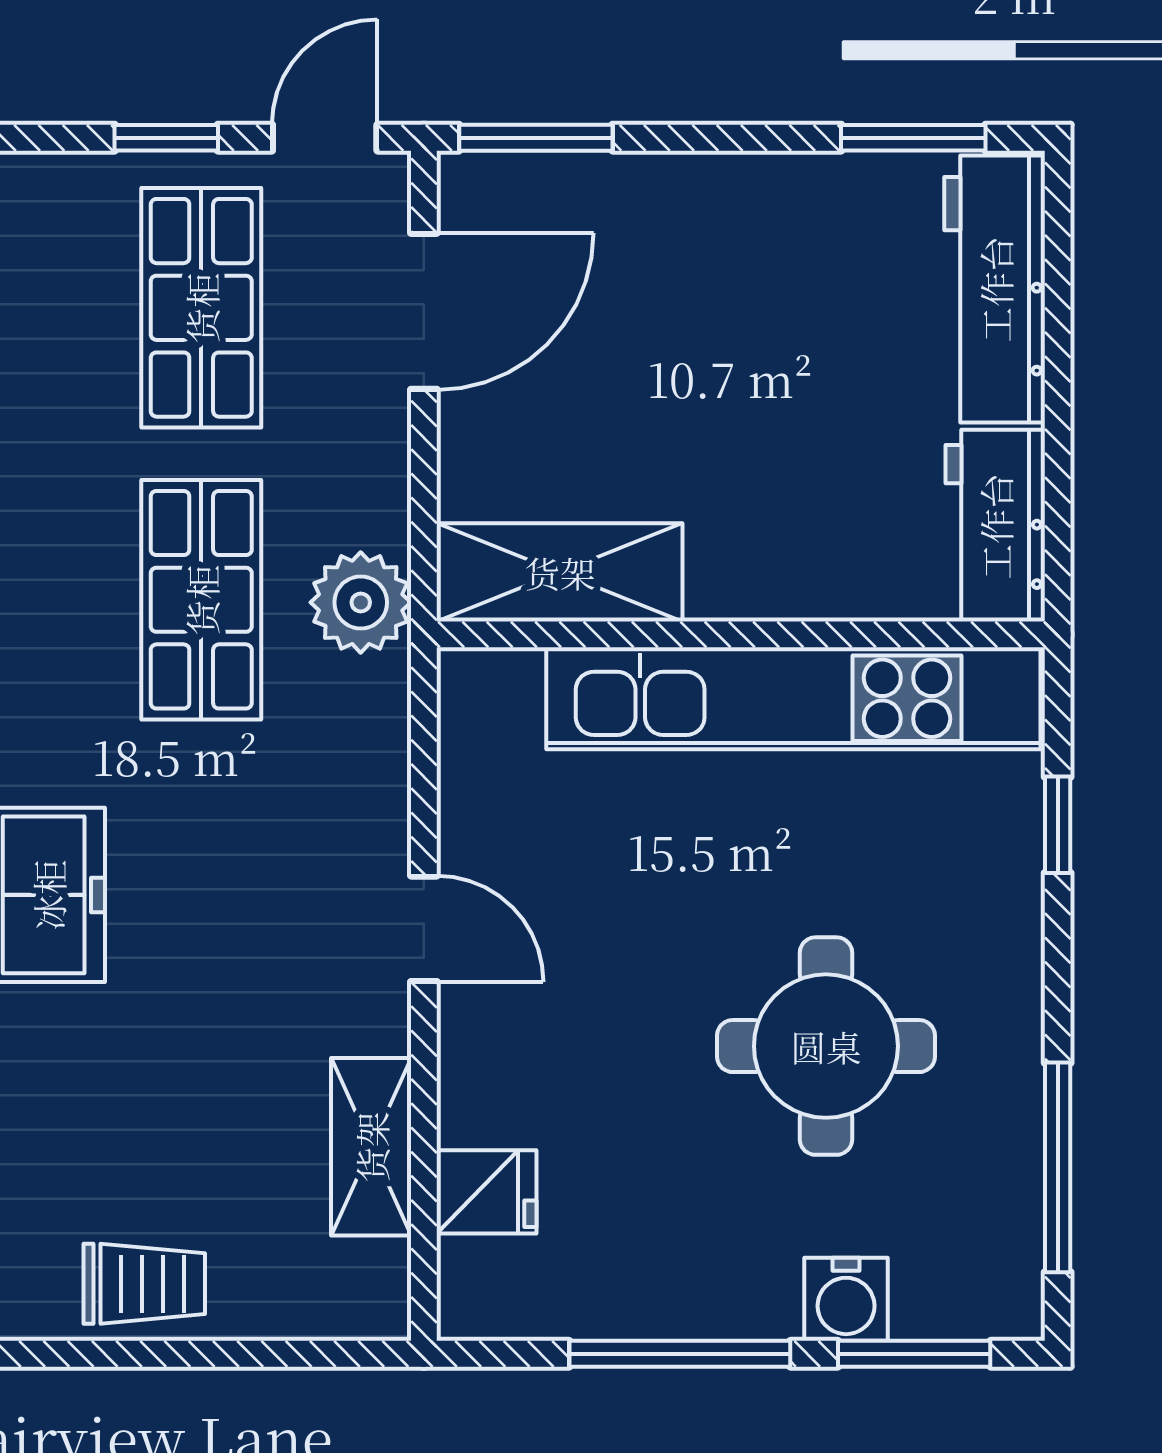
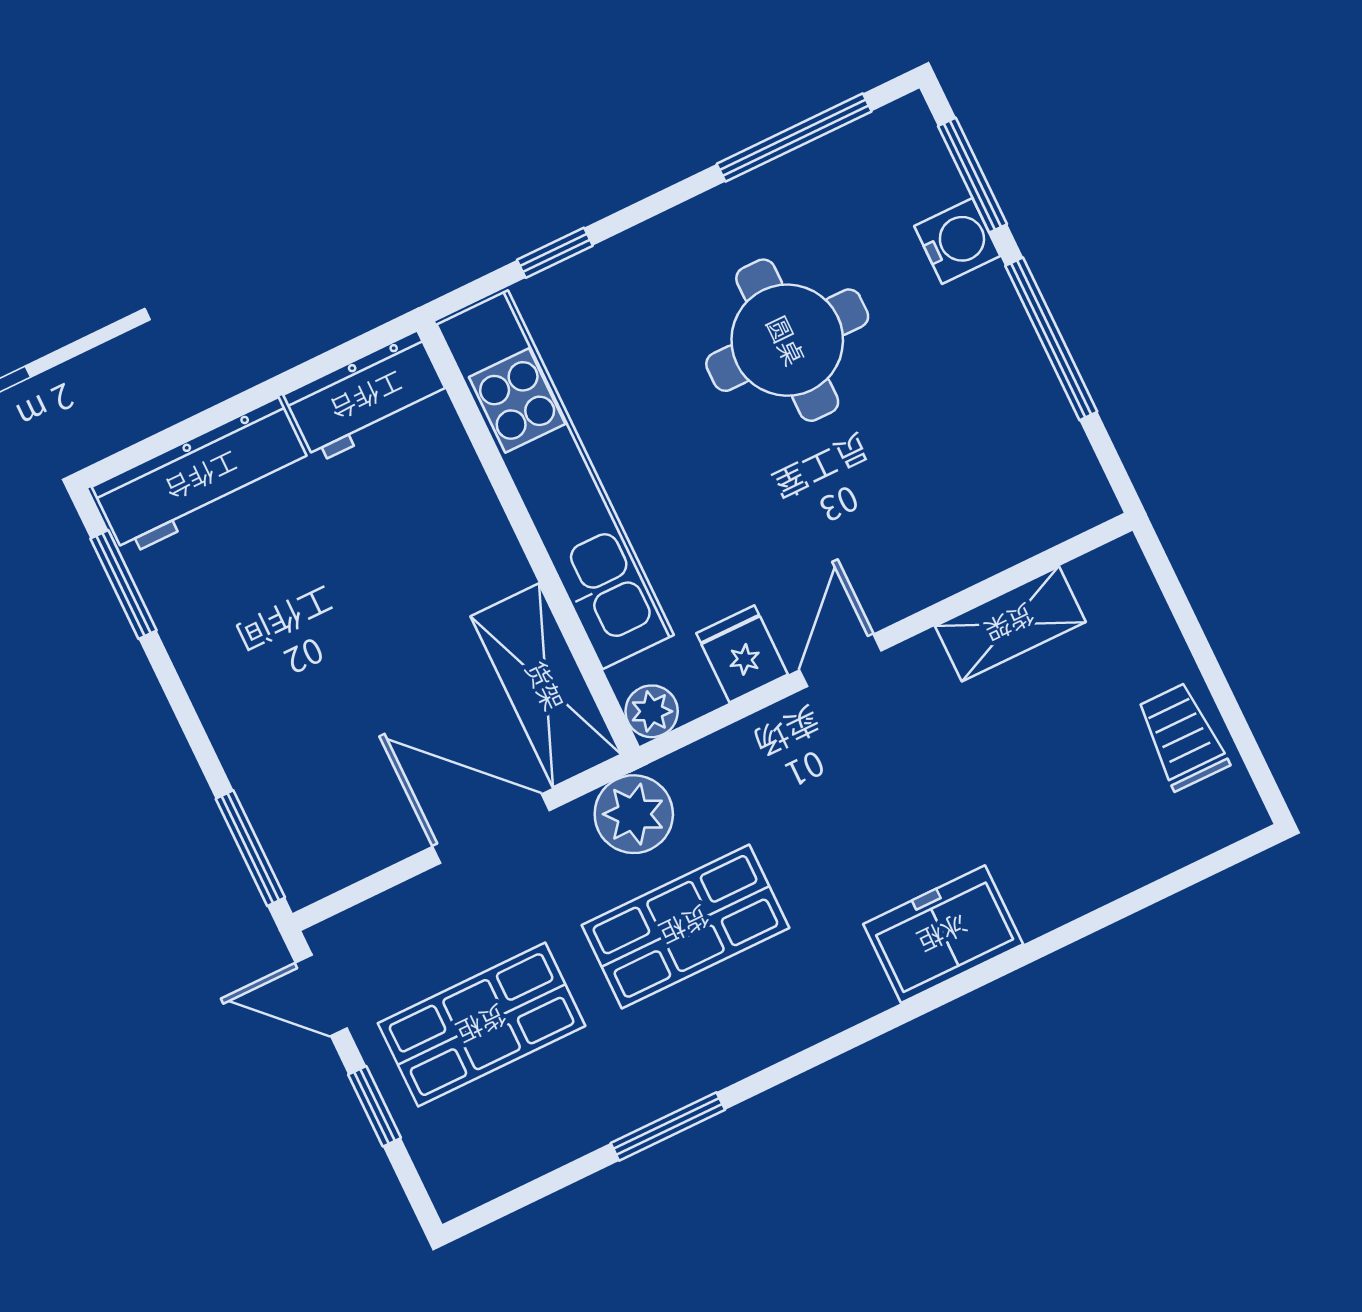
door: (424, 311) -> (491, 828), moved
plant: (470, 681) -> (652, 711), added
fridge: (487, 1192) -> (742, 654), moved

